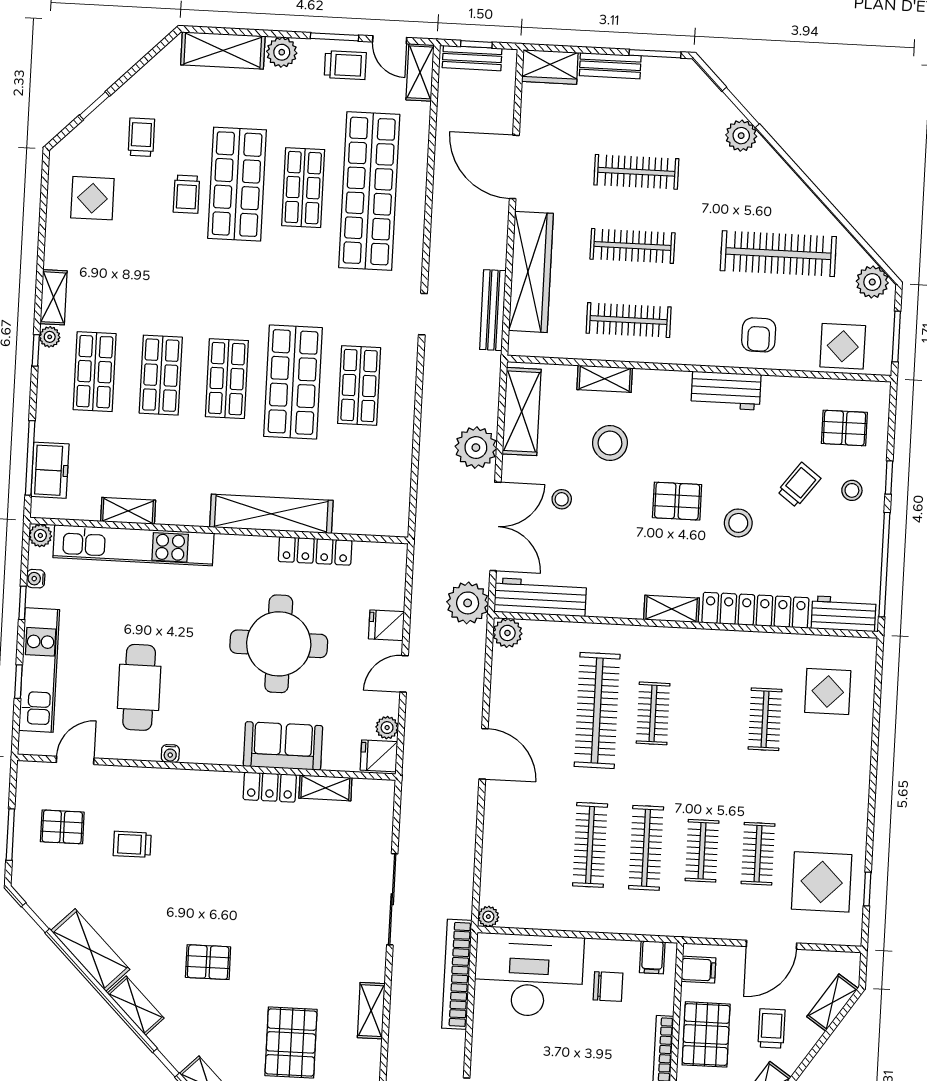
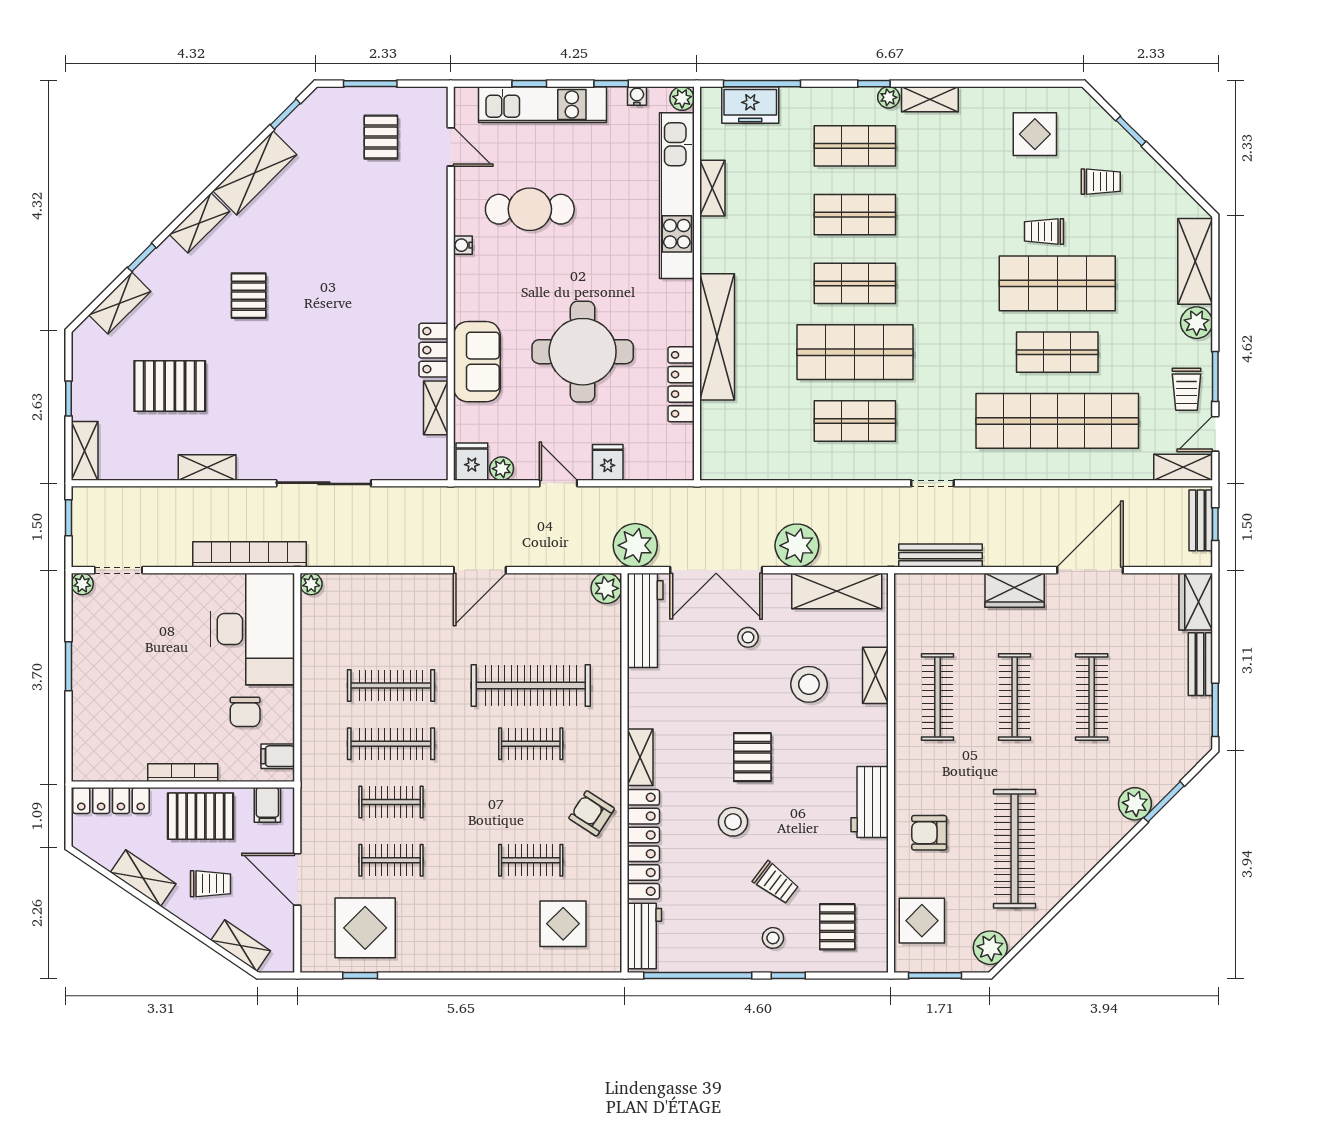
wardrobe: (531, 272) -> (1015, 590), width x0.48, depth x0.85
armchair: (723, 658) -> (592, 813), added
trolley: (132, 844) -> (367, 210), removed

